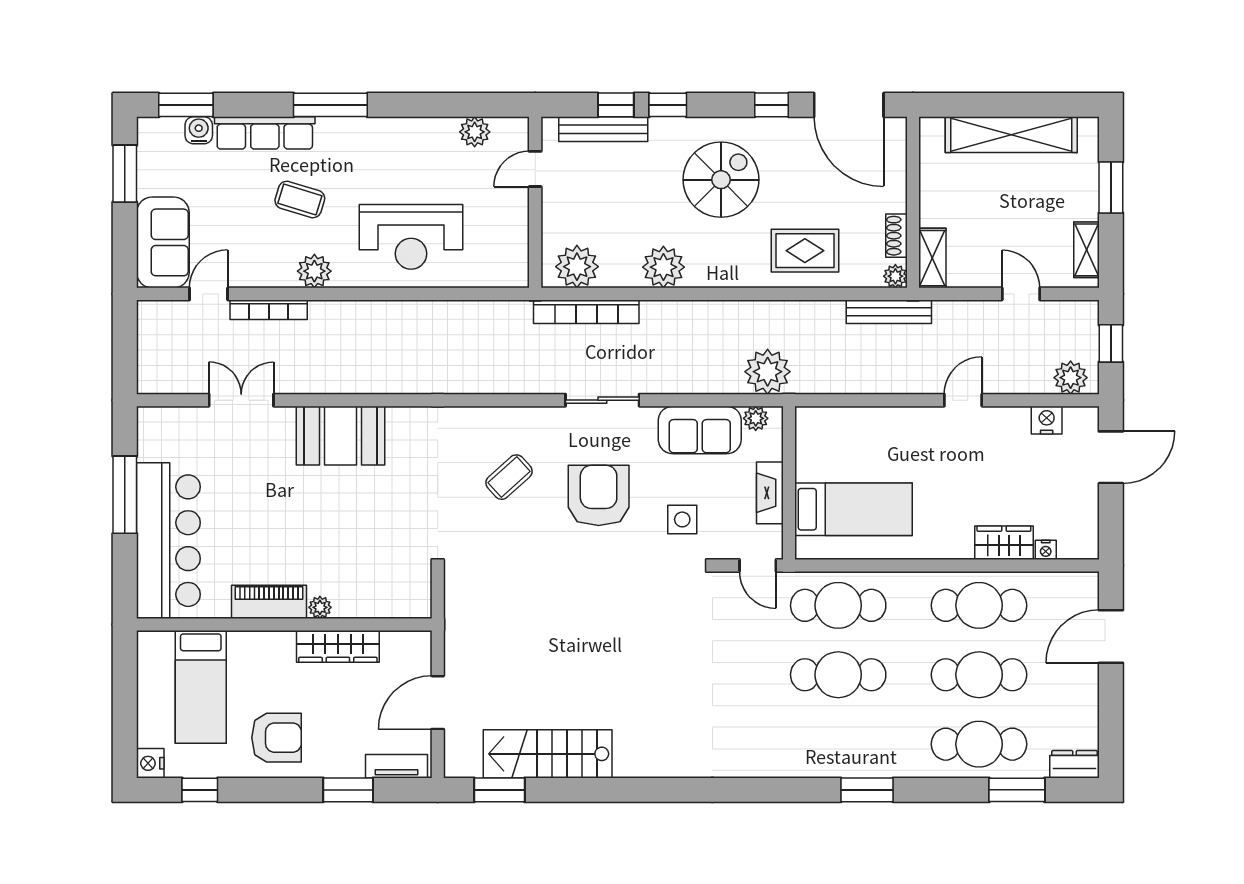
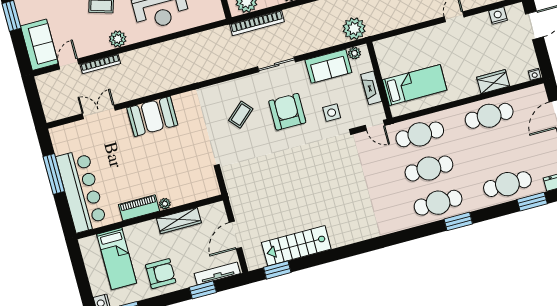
nightstand: (1046, 550) -> (534, 74), moved
cafe table: (979, 675) -> (438, 203), moved
tv unit: (397, 766) -> (217, 274), width x1.41

